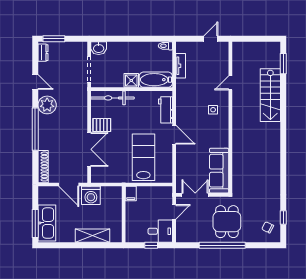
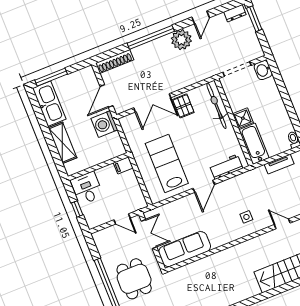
lab bench: (143, 157) -> (167, 163), turned -90
dining table: (227, 222) -> (134, 279), turned 90
kitchen sink: (47, 223) -> (49, 104), moved, turned -90
desk: (160, 231) -> (87, 188), moved, turned 180

